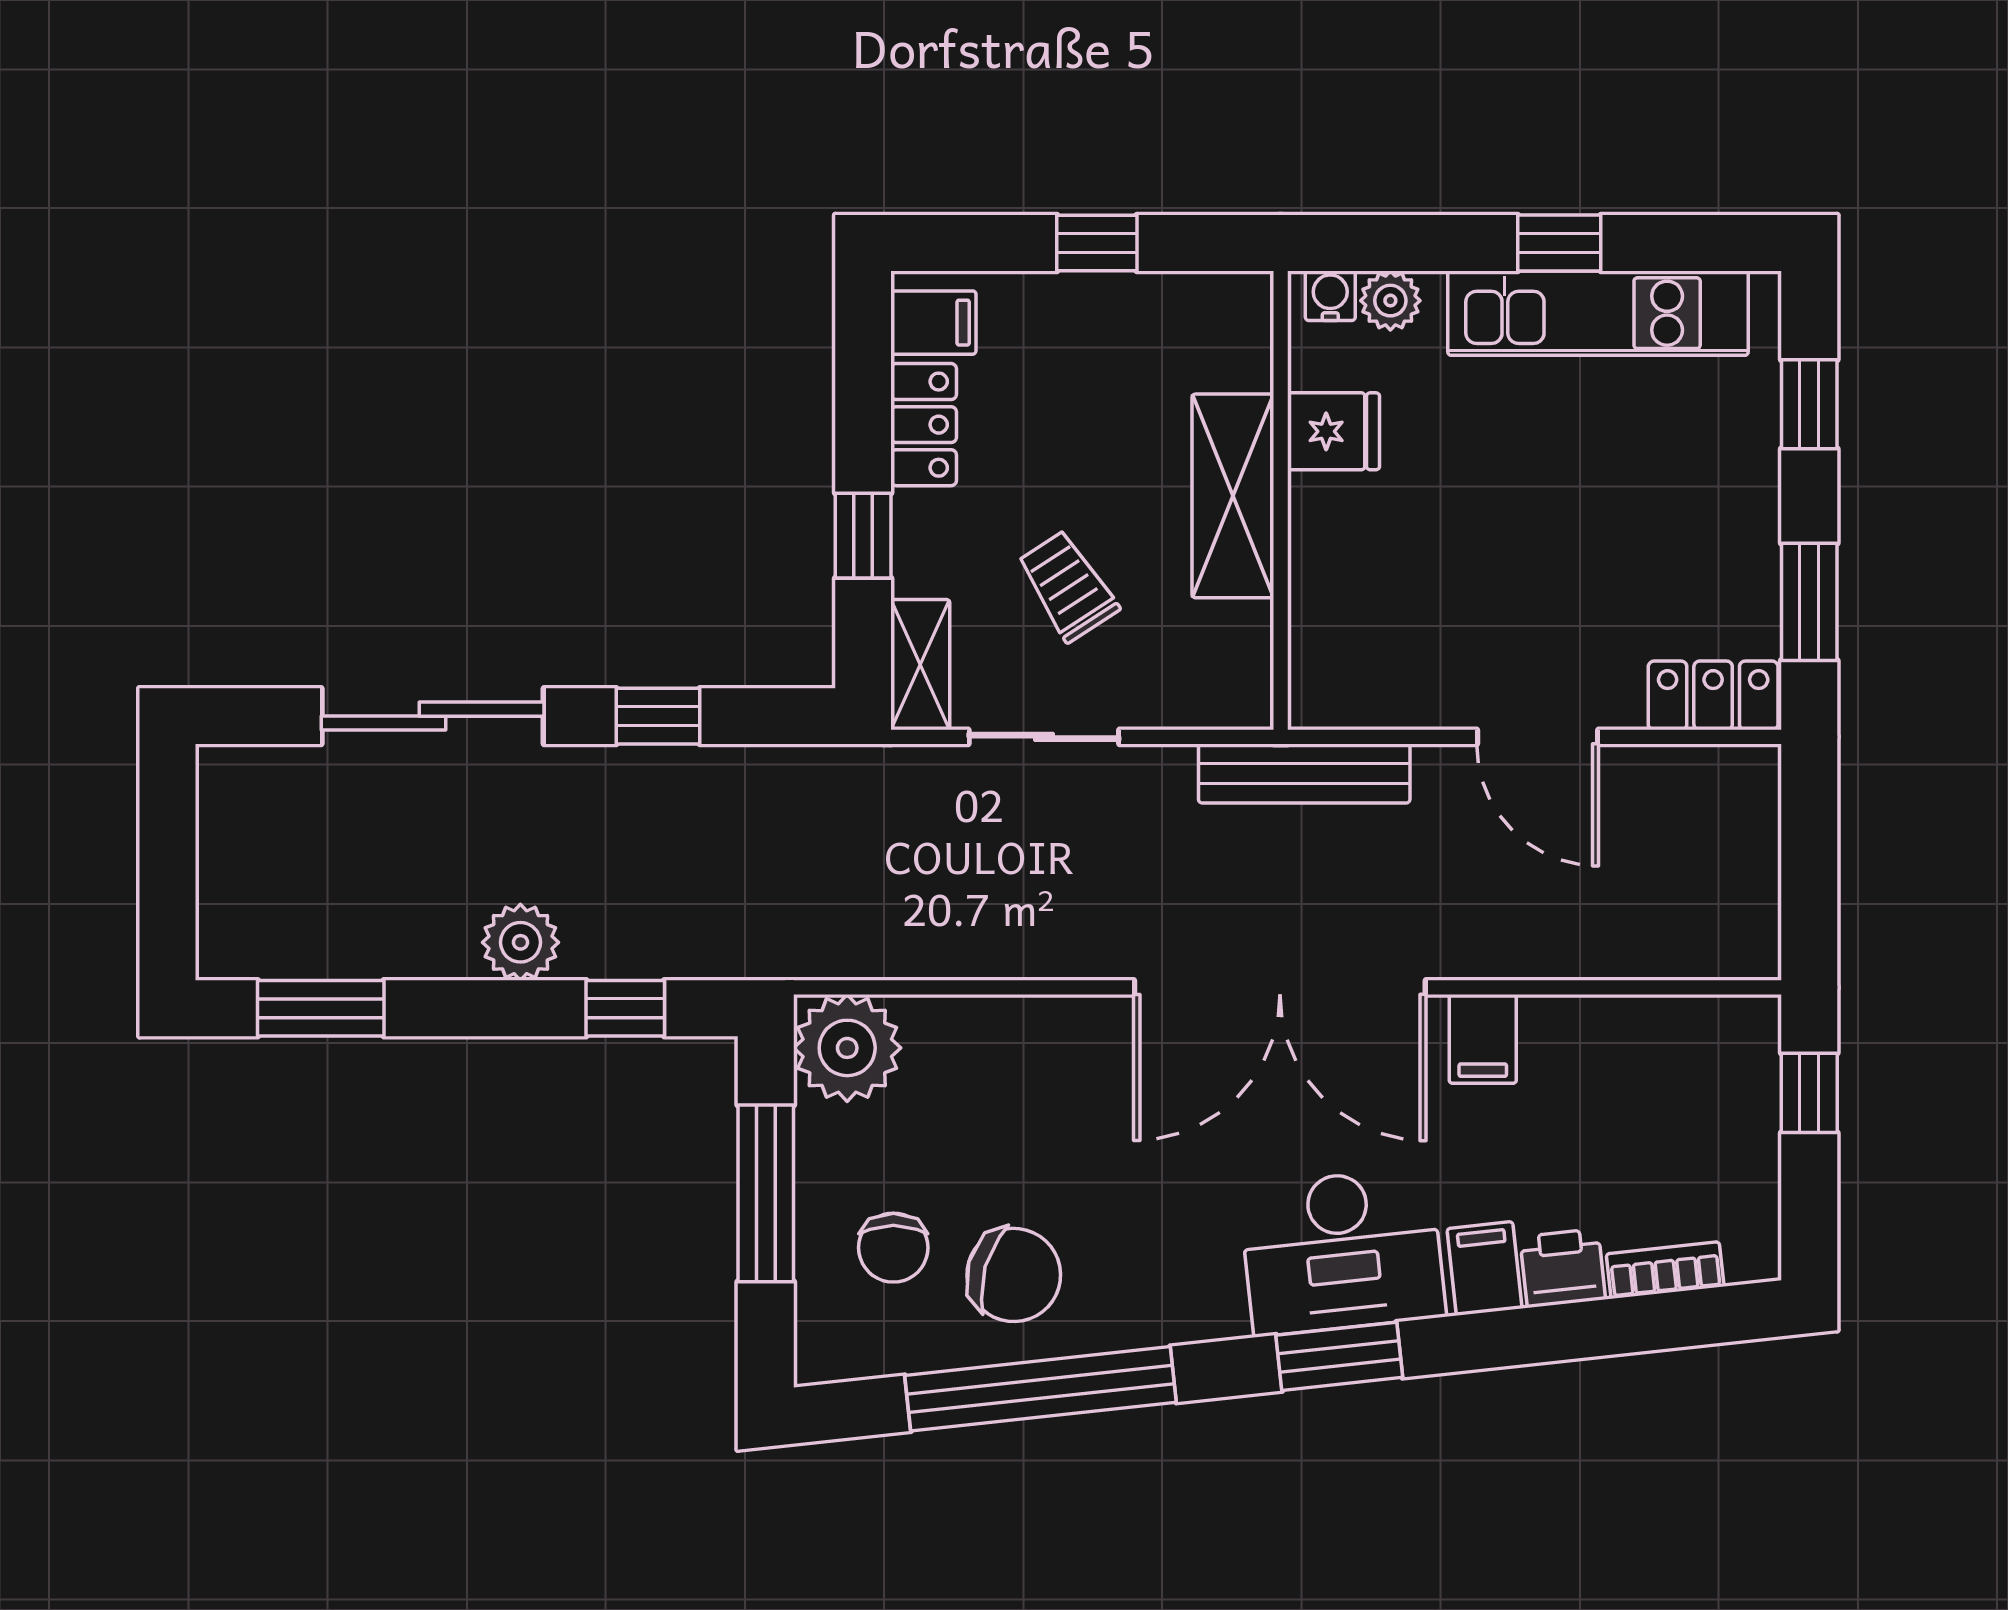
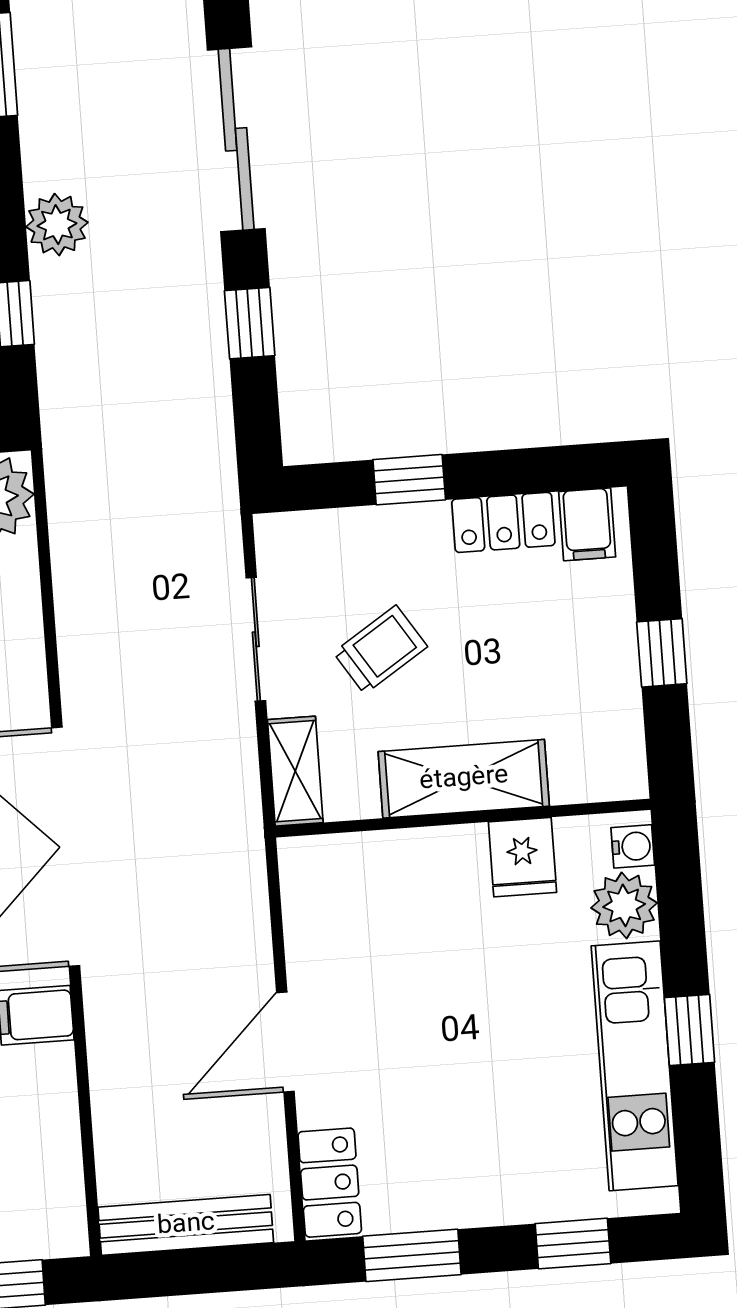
plant: (1390, 301) -> (624, 905), width x1.38, depth x1.38
shelving: (920, 665) -> (295, 771), moved, turned 90
bench: (1304, 773) -> (186, 1225), moved, turned 90

